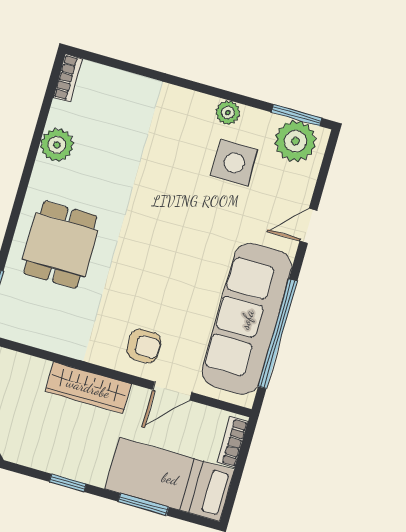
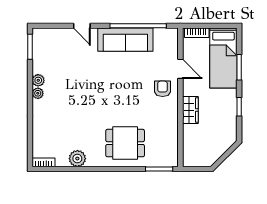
plant: (295, 141) -> (38, 93), moved, width x0.53, depth x0.53
side table: (234, 163) -> (62, 70), removed
sofa: (247, 319) -> (125, 40), width x0.74, depth x0.79
wardrobe: (88, 388) -> (190, 110), width x0.67

